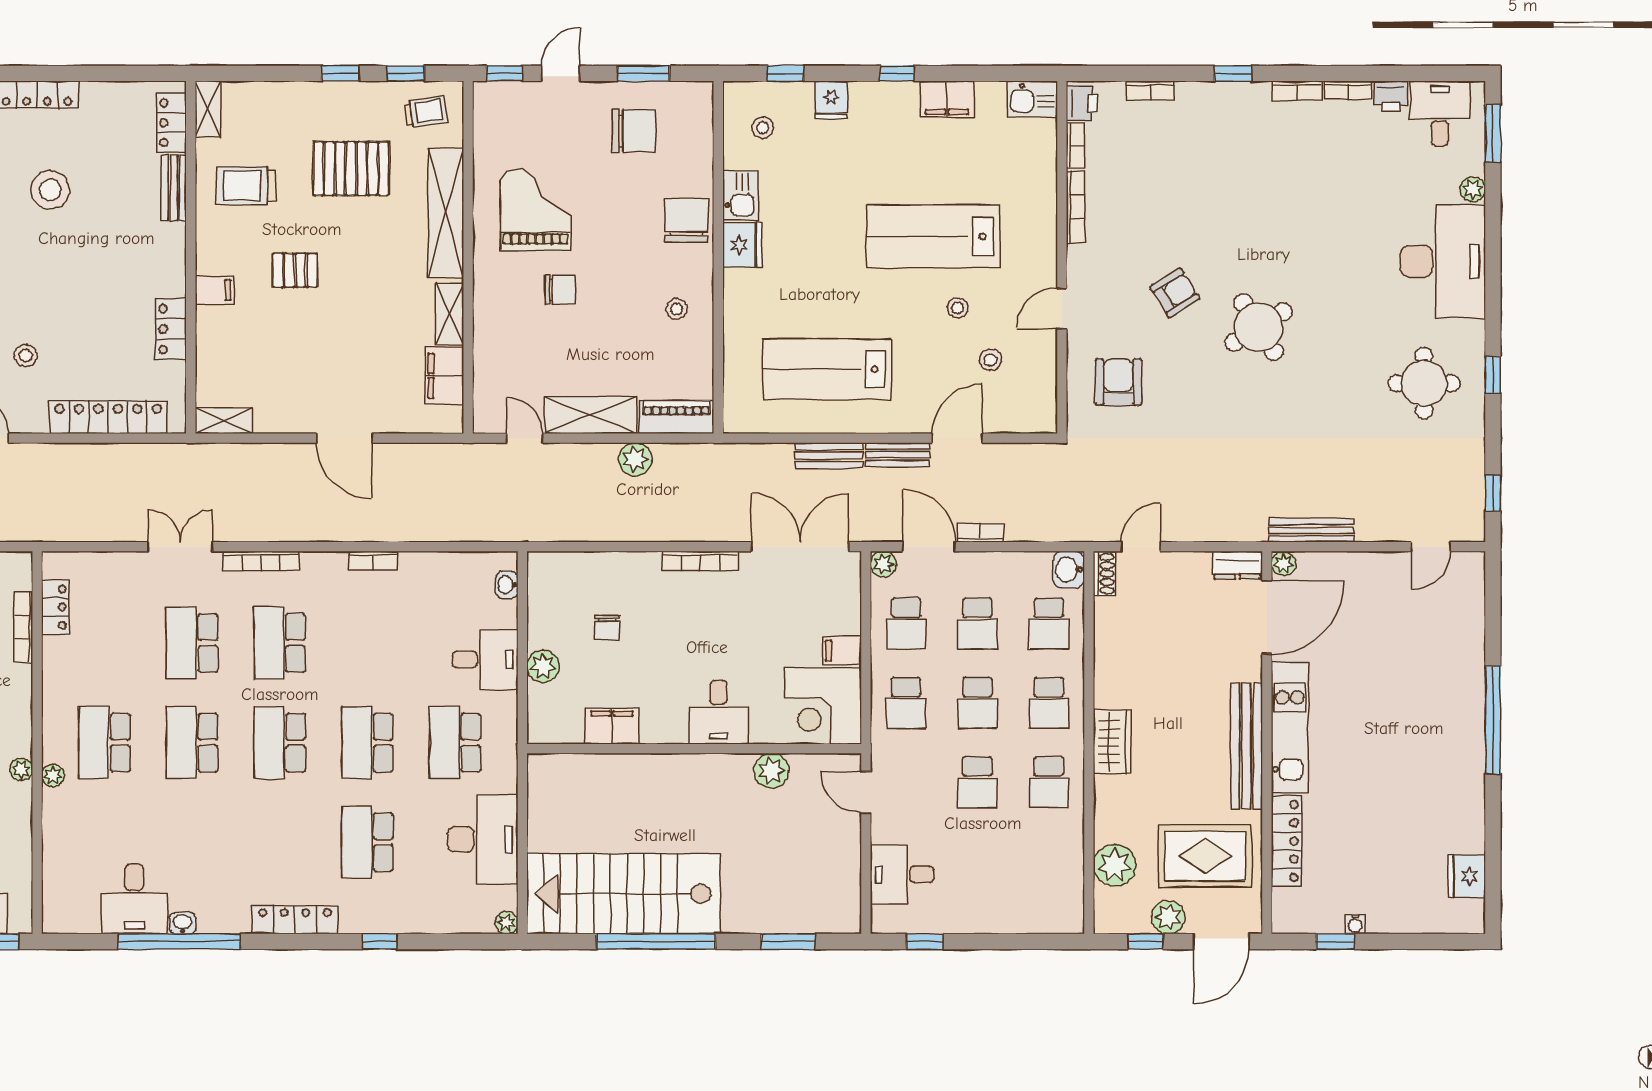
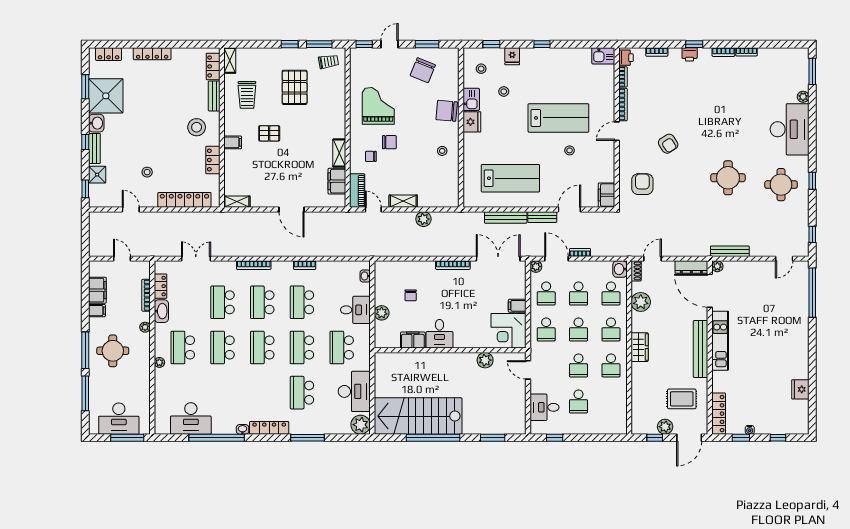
window: (406, 73) -> (319, 44), width x1.50
printer: (1391, 96) -> (690, 54), moved
filing cabinet: (947, 99) -> (607, 195), moved, turned 90
desk: (1440, 113) -> (788, 62), removed
chair: (634, 131) -> (423, 70), turned 112
pallet: (351, 169) -> (295, 87), turned 90
trolley: (246, 186) -> (247, 95), turned -90
stool: (50, 190) -> (197, 127), moved
shelving: (446, 213) -> (338, 107), removed
chair: (687, 220) -> (447, 111), turned -85
lab bench: (933, 236) -> (558, 118), turned 180
armchair: (1175, 293) -> (668, 144), turned 89
door: (1062, 309) -> (617, 131), moved
chair: (519, 321) -> (371, 156), added
round table: (1259, 327) -> (728, 178), moved, turned 32
stool: (991, 360) -> (504, 91), moved
lab bench: (827, 369) -> (510, 178), turned 180
shelving: (591, 415) -> (403, 201), width x0.67, depth x0.75
piano: (677, 417) -> (357, 191), moved, turned 90
bench: (829, 456) -> (506, 217), width x1.36
double door: (180, 547) -> (196, 259), moved
dresser: (1237, 565) -> (691, 267), width x1.44
door: (1267, 617) -> (710, 291), swing flipped
school desk: (367, 643) -> (302, 302), added
washbasin: (57, 662) -> (161, 311), added
desk: (719, 712) -> (439, 334), moved
window: (1493, 720) -> (812, 293), moved
plant: (21, 769) -> (145, 327), moved
locker: (1286, 841) -> (719, 414), moved
rug: (1205, 856) -> (682, 399), width x0.73, depth x0.70
school desk: (977, 862) -> (579, 401), added
plant: (1115, 865) -> (641, 302), moved
fridge: (1467, 876) -> (800, 389), moved
desk: (134, 899) -> (191, 418), width x1.37
washbasin: (182, 923) -> (243, 429), moved
plant: (507, 923) -> (361, 425), width x1.87, depth x1.87
window: (380, 942) -> (308, 438), width x2.17
window: (1418, 942) -> (778, 438), added

